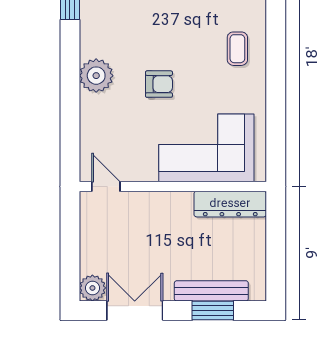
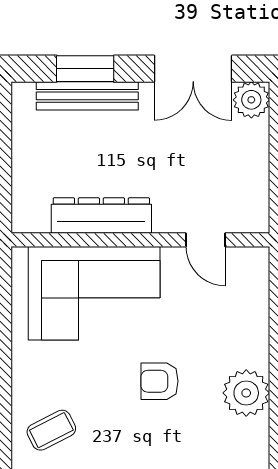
coffee table: (237, 49) -> (51, 430), turned 63
door: (106, 187) -> (206, 240), moved
dresser: (230, 204) -> (101, 216), moved

